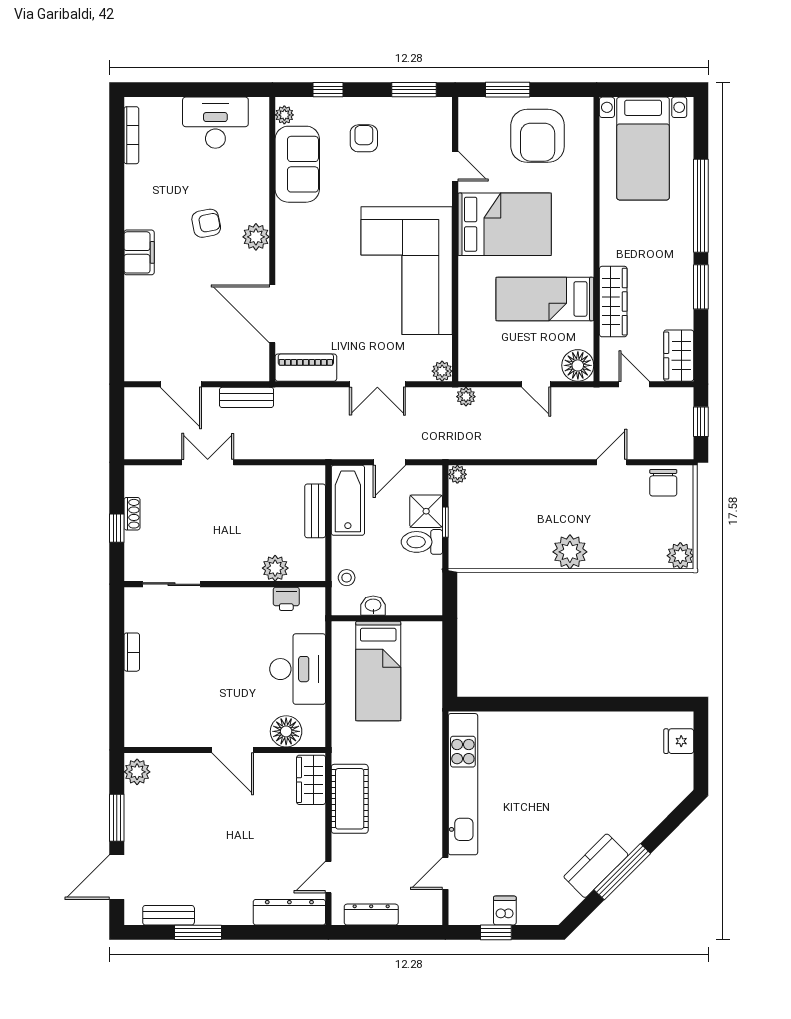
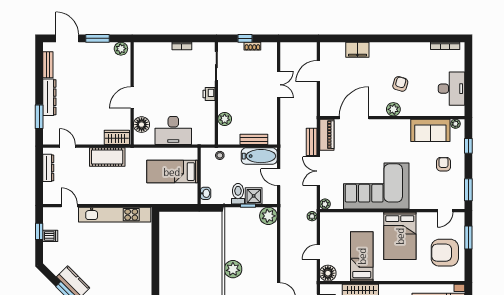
armchair: (364, 138) -> (444, 164), turned -90
door: (455, 166) -> (445, 211), moved
armchair: (206, 223) -> (400, 84), turned -153
filing cabinet: (139, 252) -> (357, 50), moved
bench: (247, 397) -> (312, 142), moved
plant: (457, 474) -> (268, 216), width x1.87, depth x1.87
printer: (286, 599) -> (209, 94), moved
washbasin: (373, 606) -> (206, 193), moved
dresser: (289, 912) -> (49, 97), moved
window: (198, 932) -> (39, 117), moved

